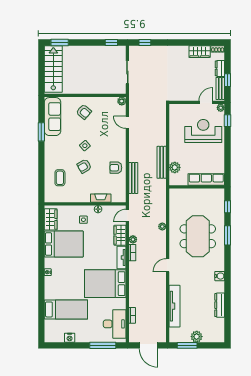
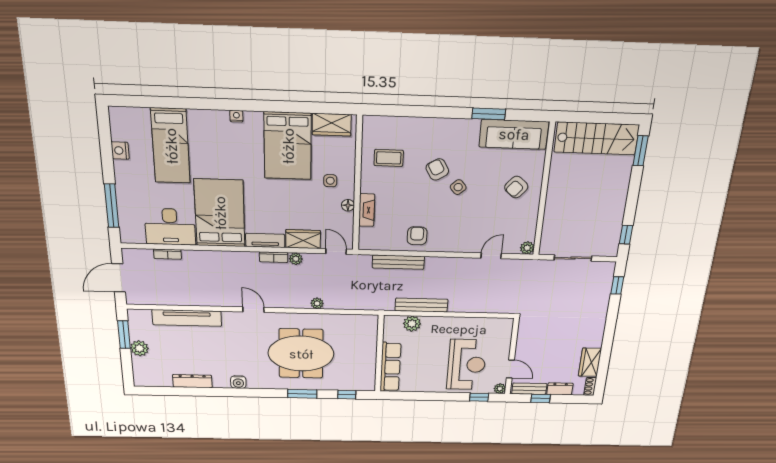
armchair: (84, 166) -> (437, 169), moved
coffee table: (60, 178) -> (389, 158), moved
desk: (115, 324) -> (170, 227), moved

